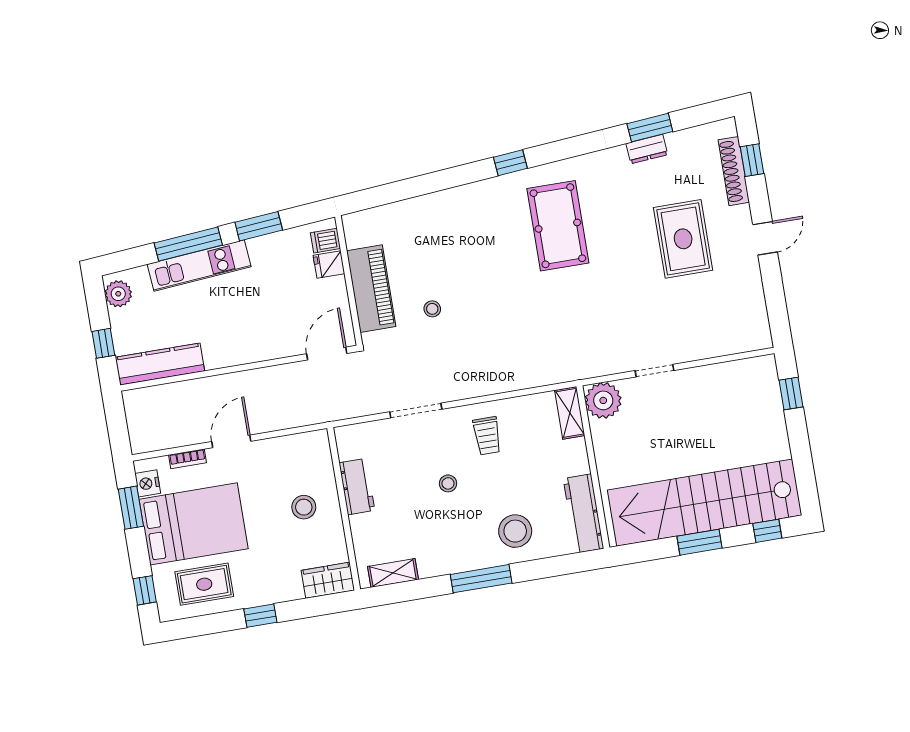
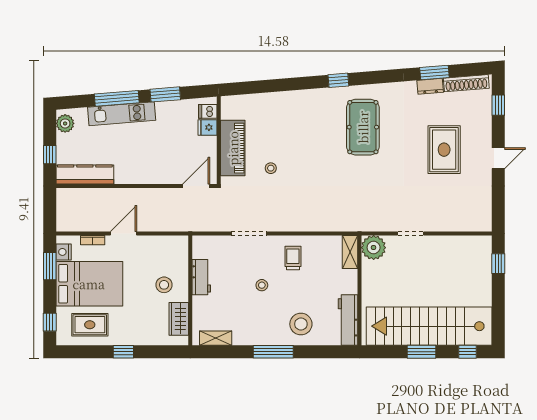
shoe rack: (734, 171) -> (466, 83), moved, turned -95
trolley: (487, 436) -> (293, 258), turned 180
wardrobe: (328, 580) -> (179, 319), moved, turned -90

